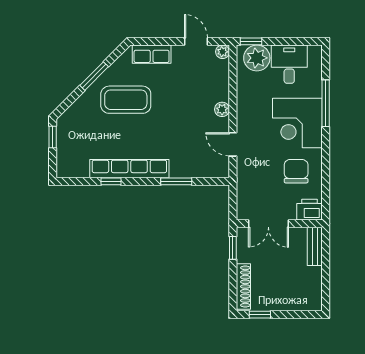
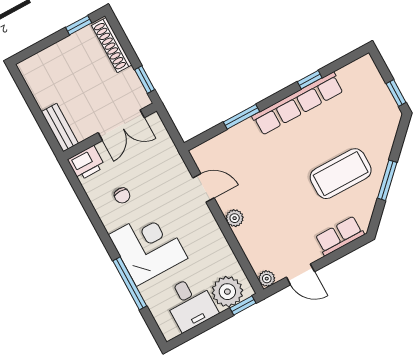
chair: (296, 171) -> (122, 196), width x0.54, depth x0.54
double door: (268, 224) -> (121, 125), swing flipped

